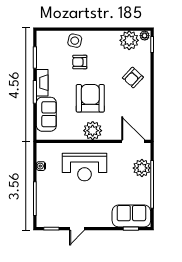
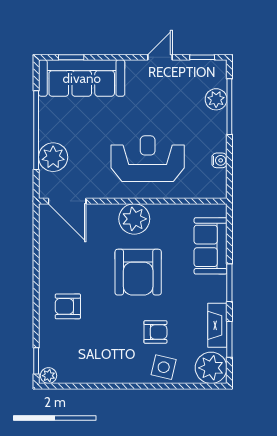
plant: (129, 40) -> (211, 368), moved
armchair: (133, 78) -> (68, 306), turned -133
fireplace: (42, 83) -> (217, 325), moved
plant: (43, 203) -> (216, 99), added
sofa: (131, 216) -> (82, 78), width x1.36

